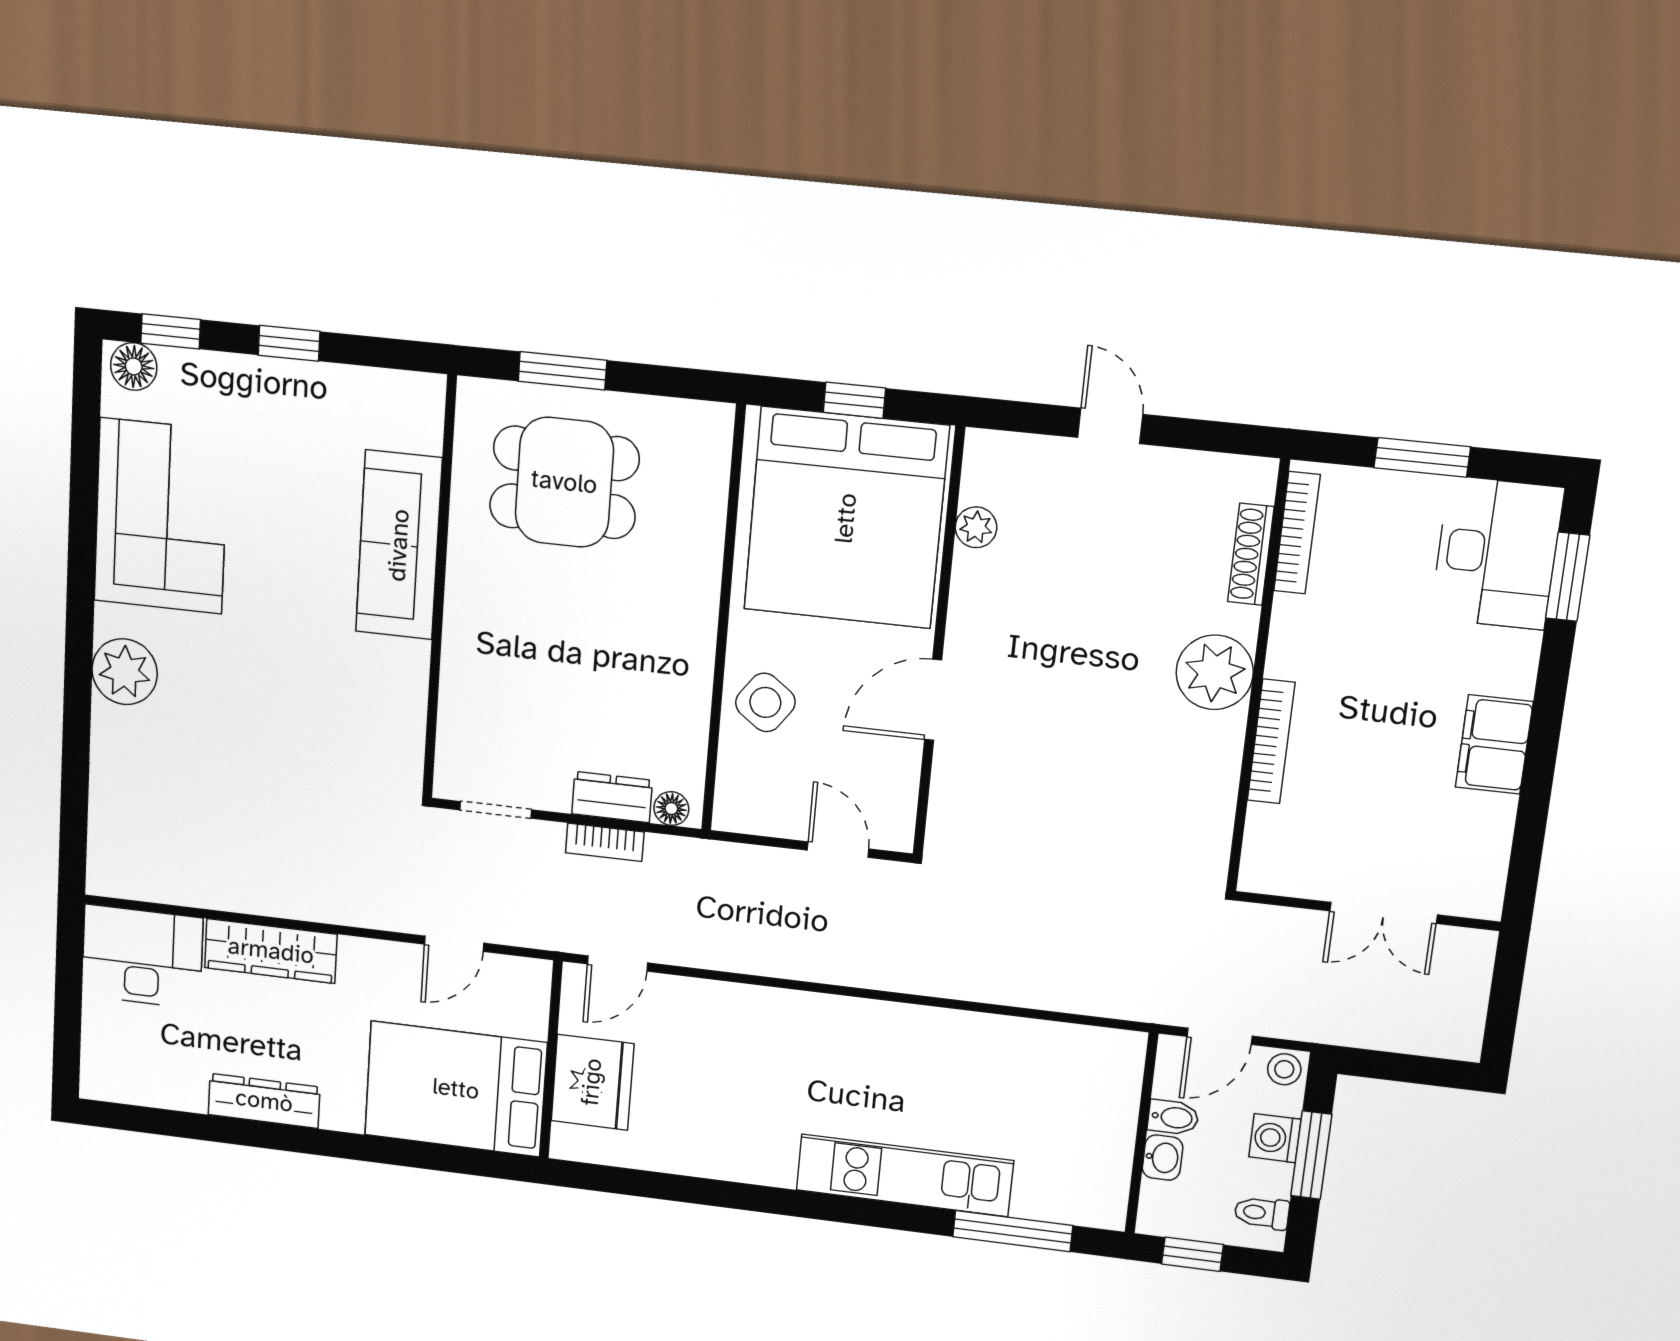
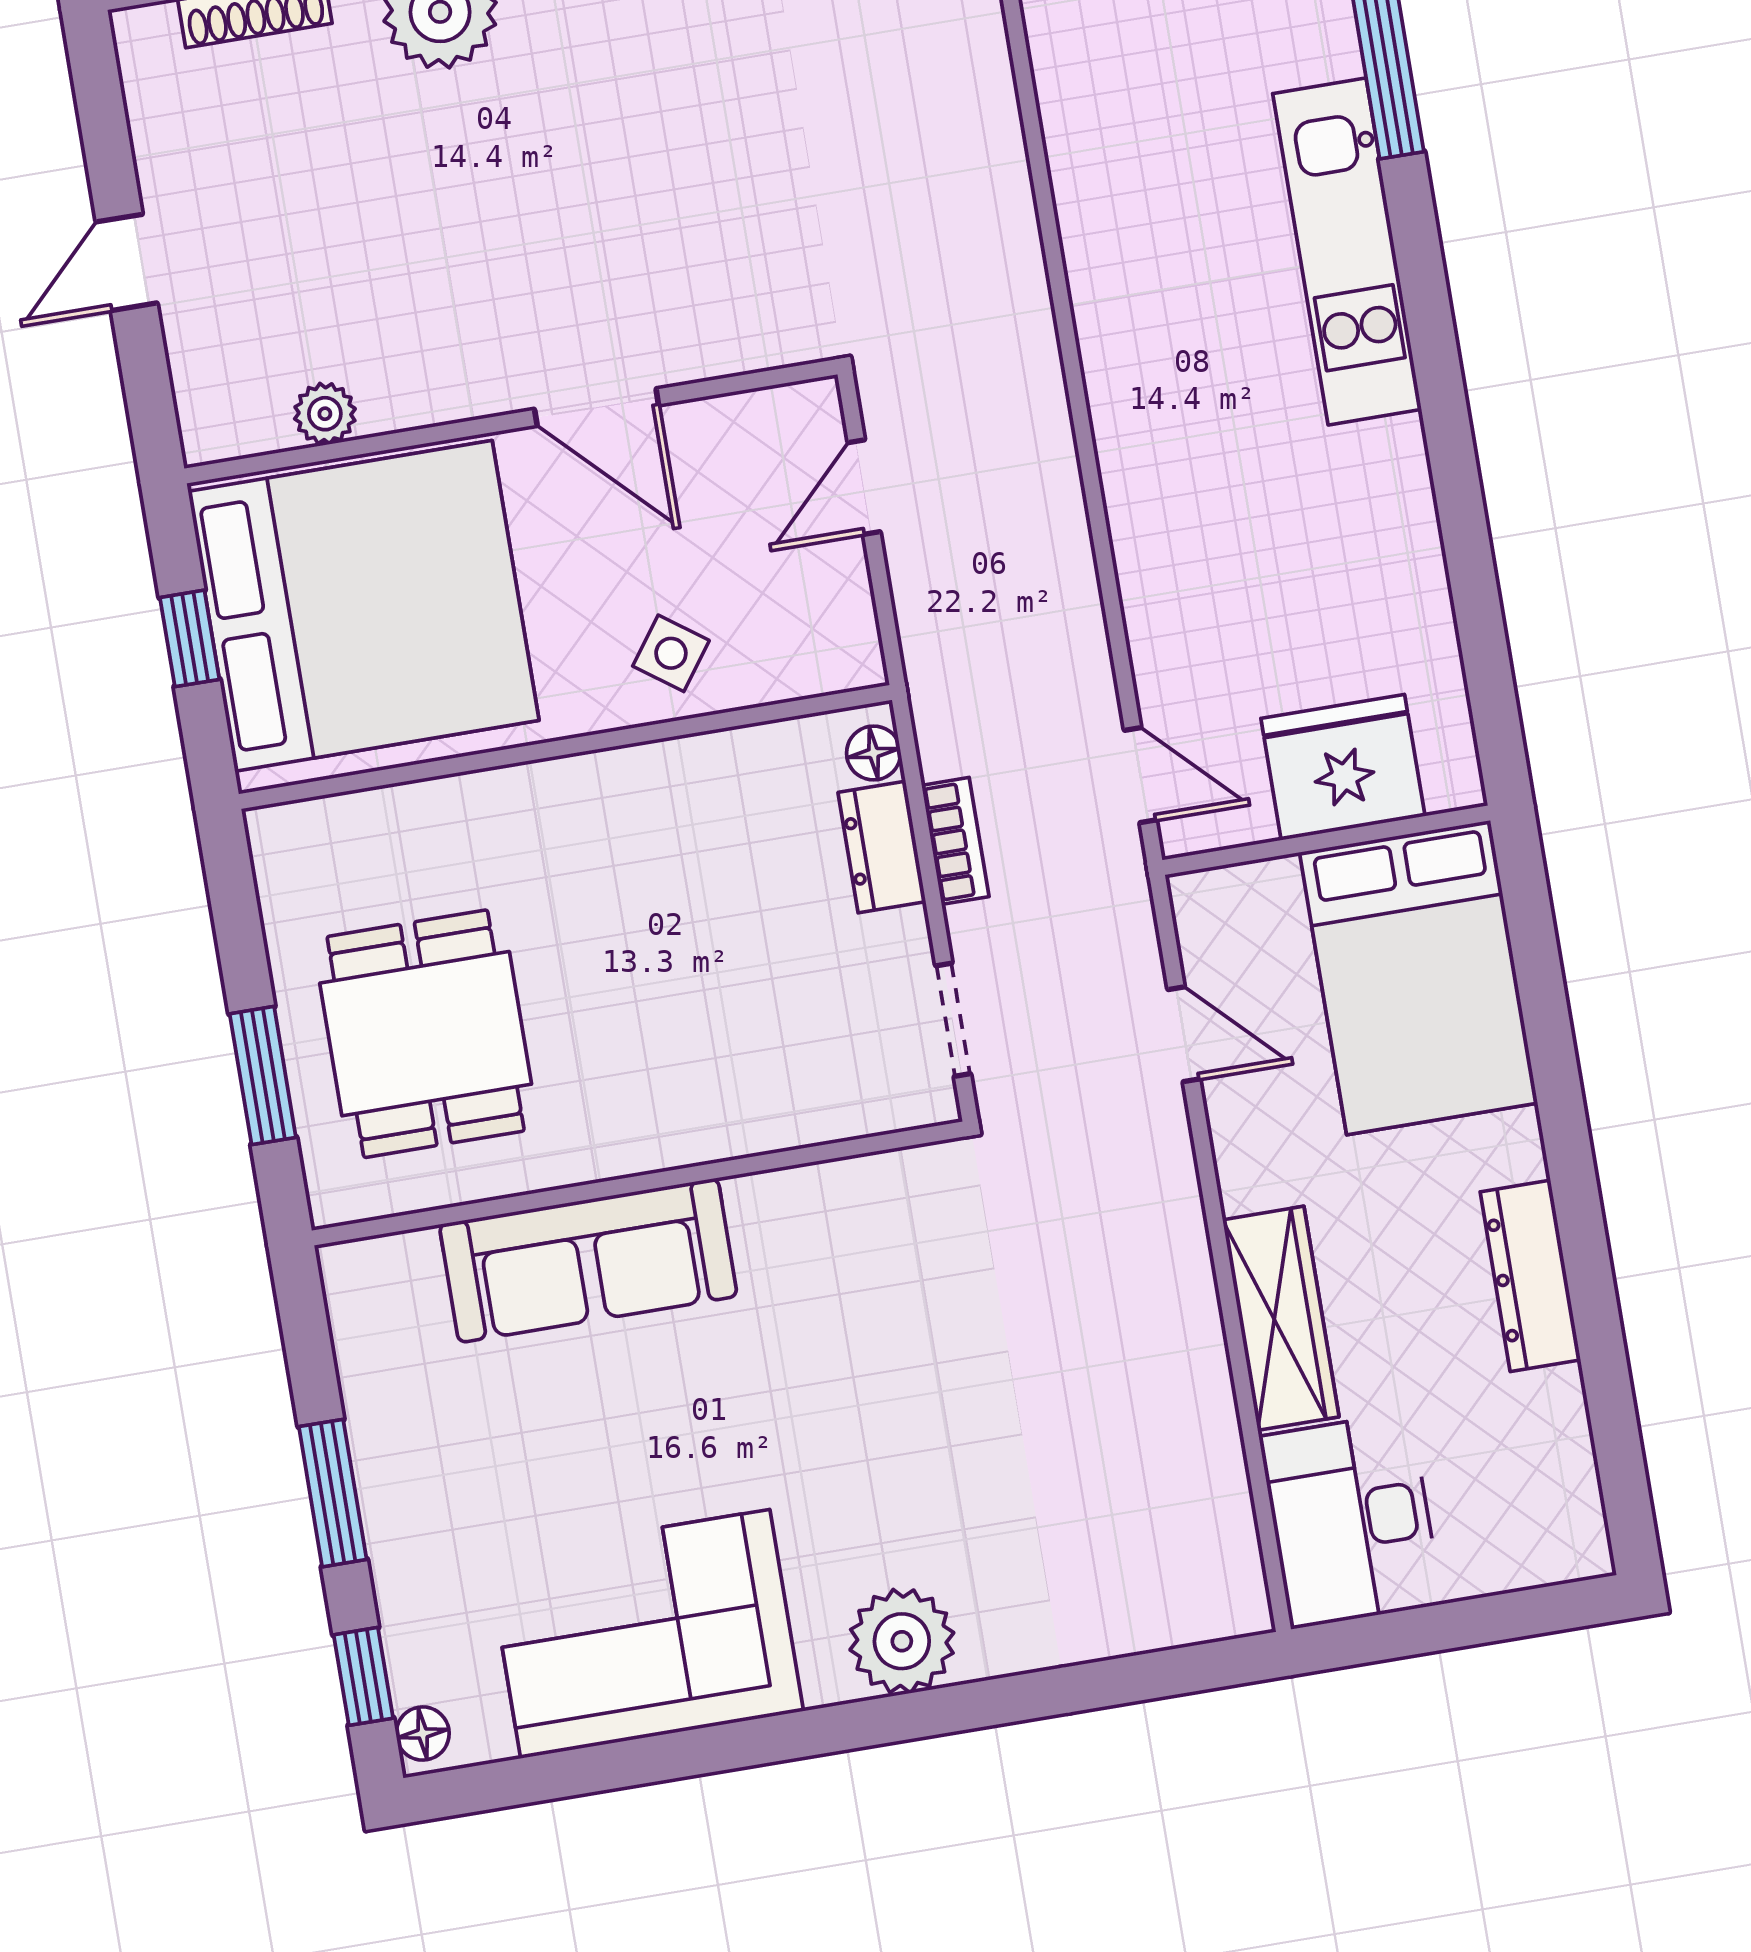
window: (289, 343) -> (333, 1493), width x1.50
floor lamp: (134, 366) -> (423, 1733), width x0.73, depth x0.73
side table: (765, 702) -> (671, 653), width x0.73, depth x0.73

